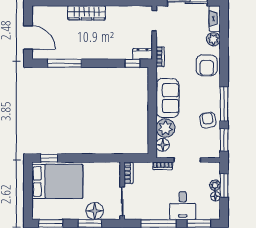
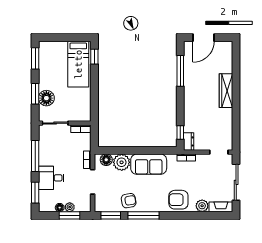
bed: (57, 181) -> (78, 64), width x0.67

